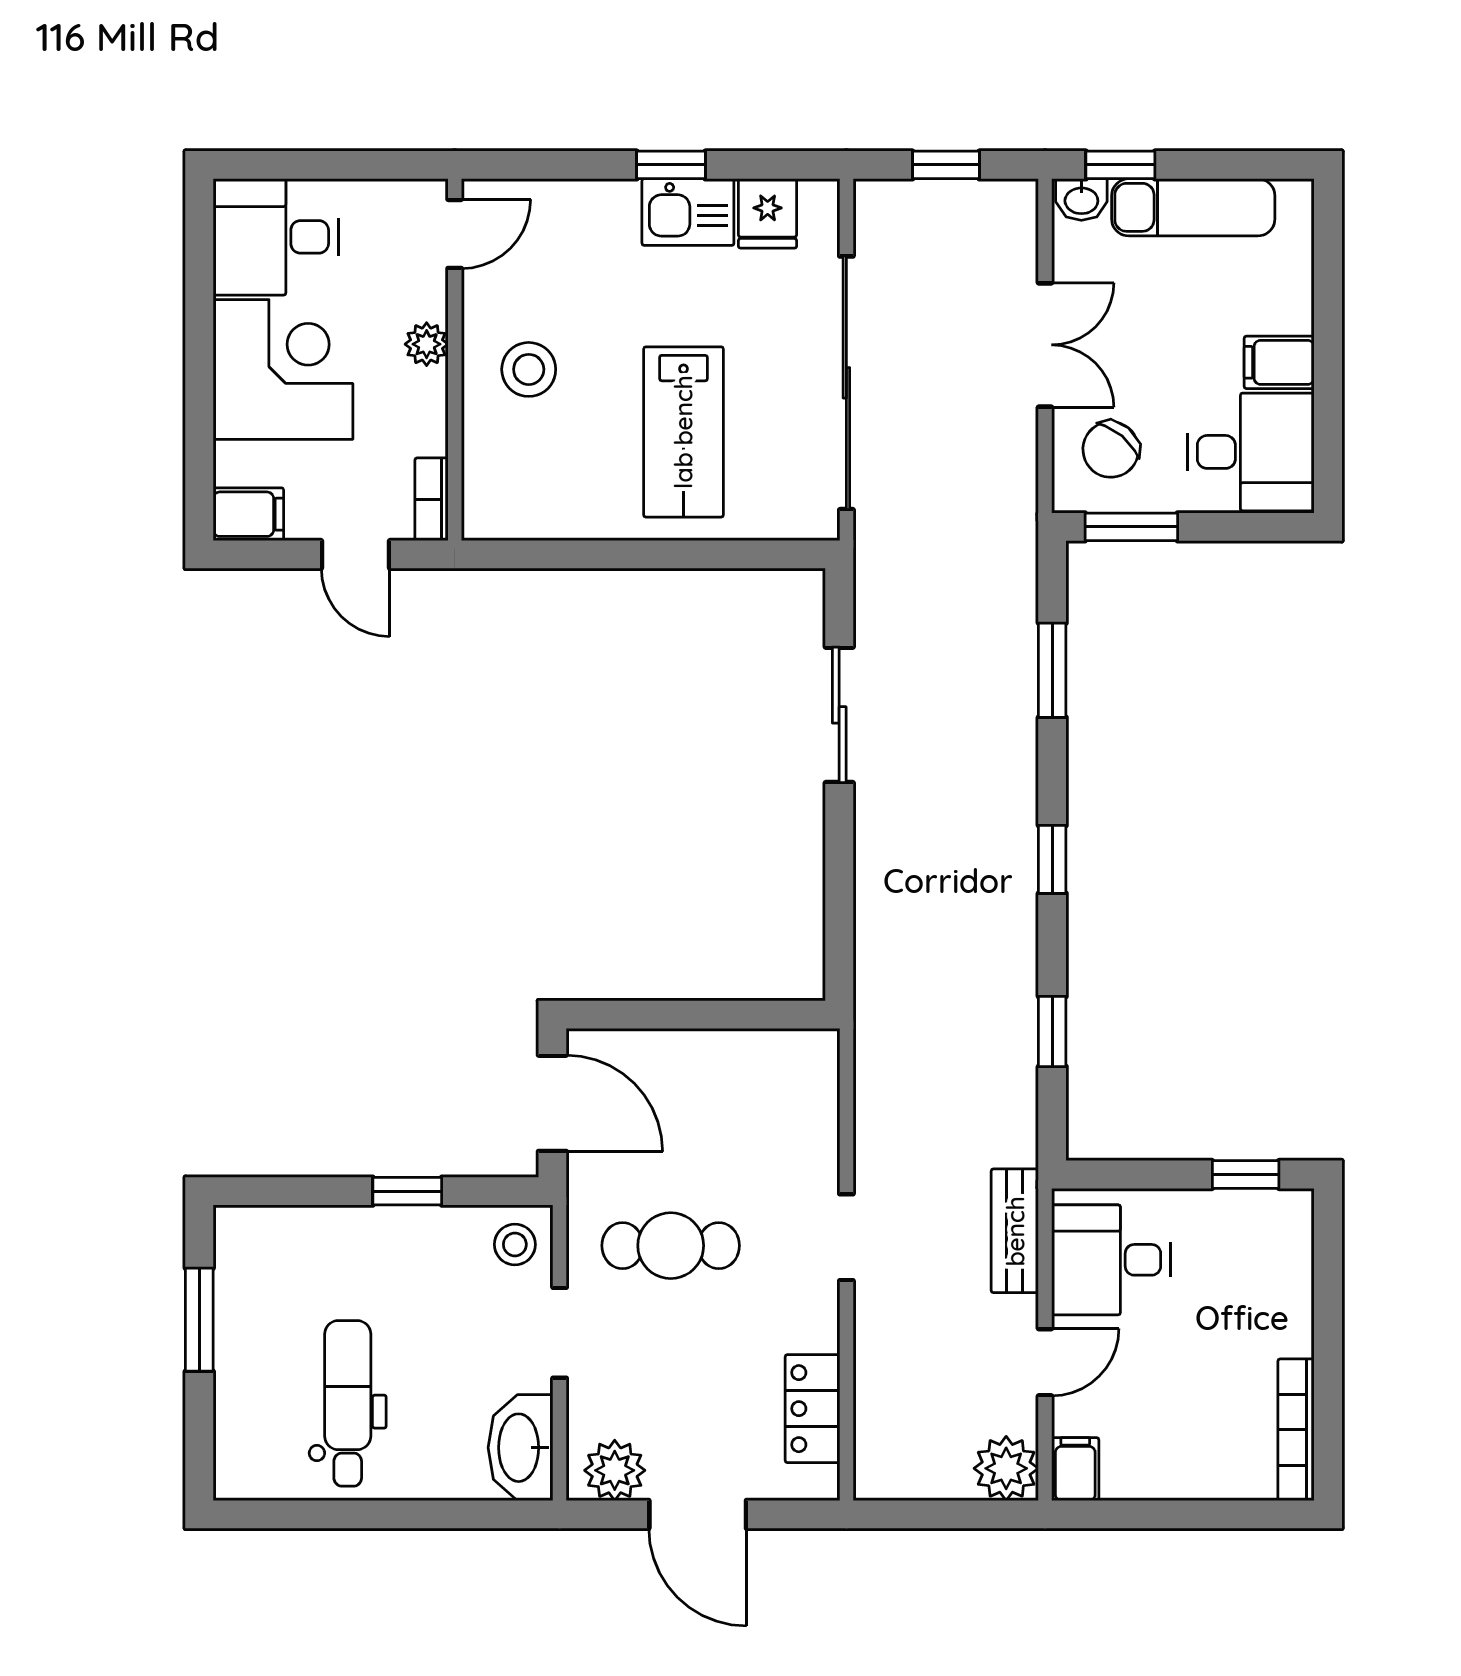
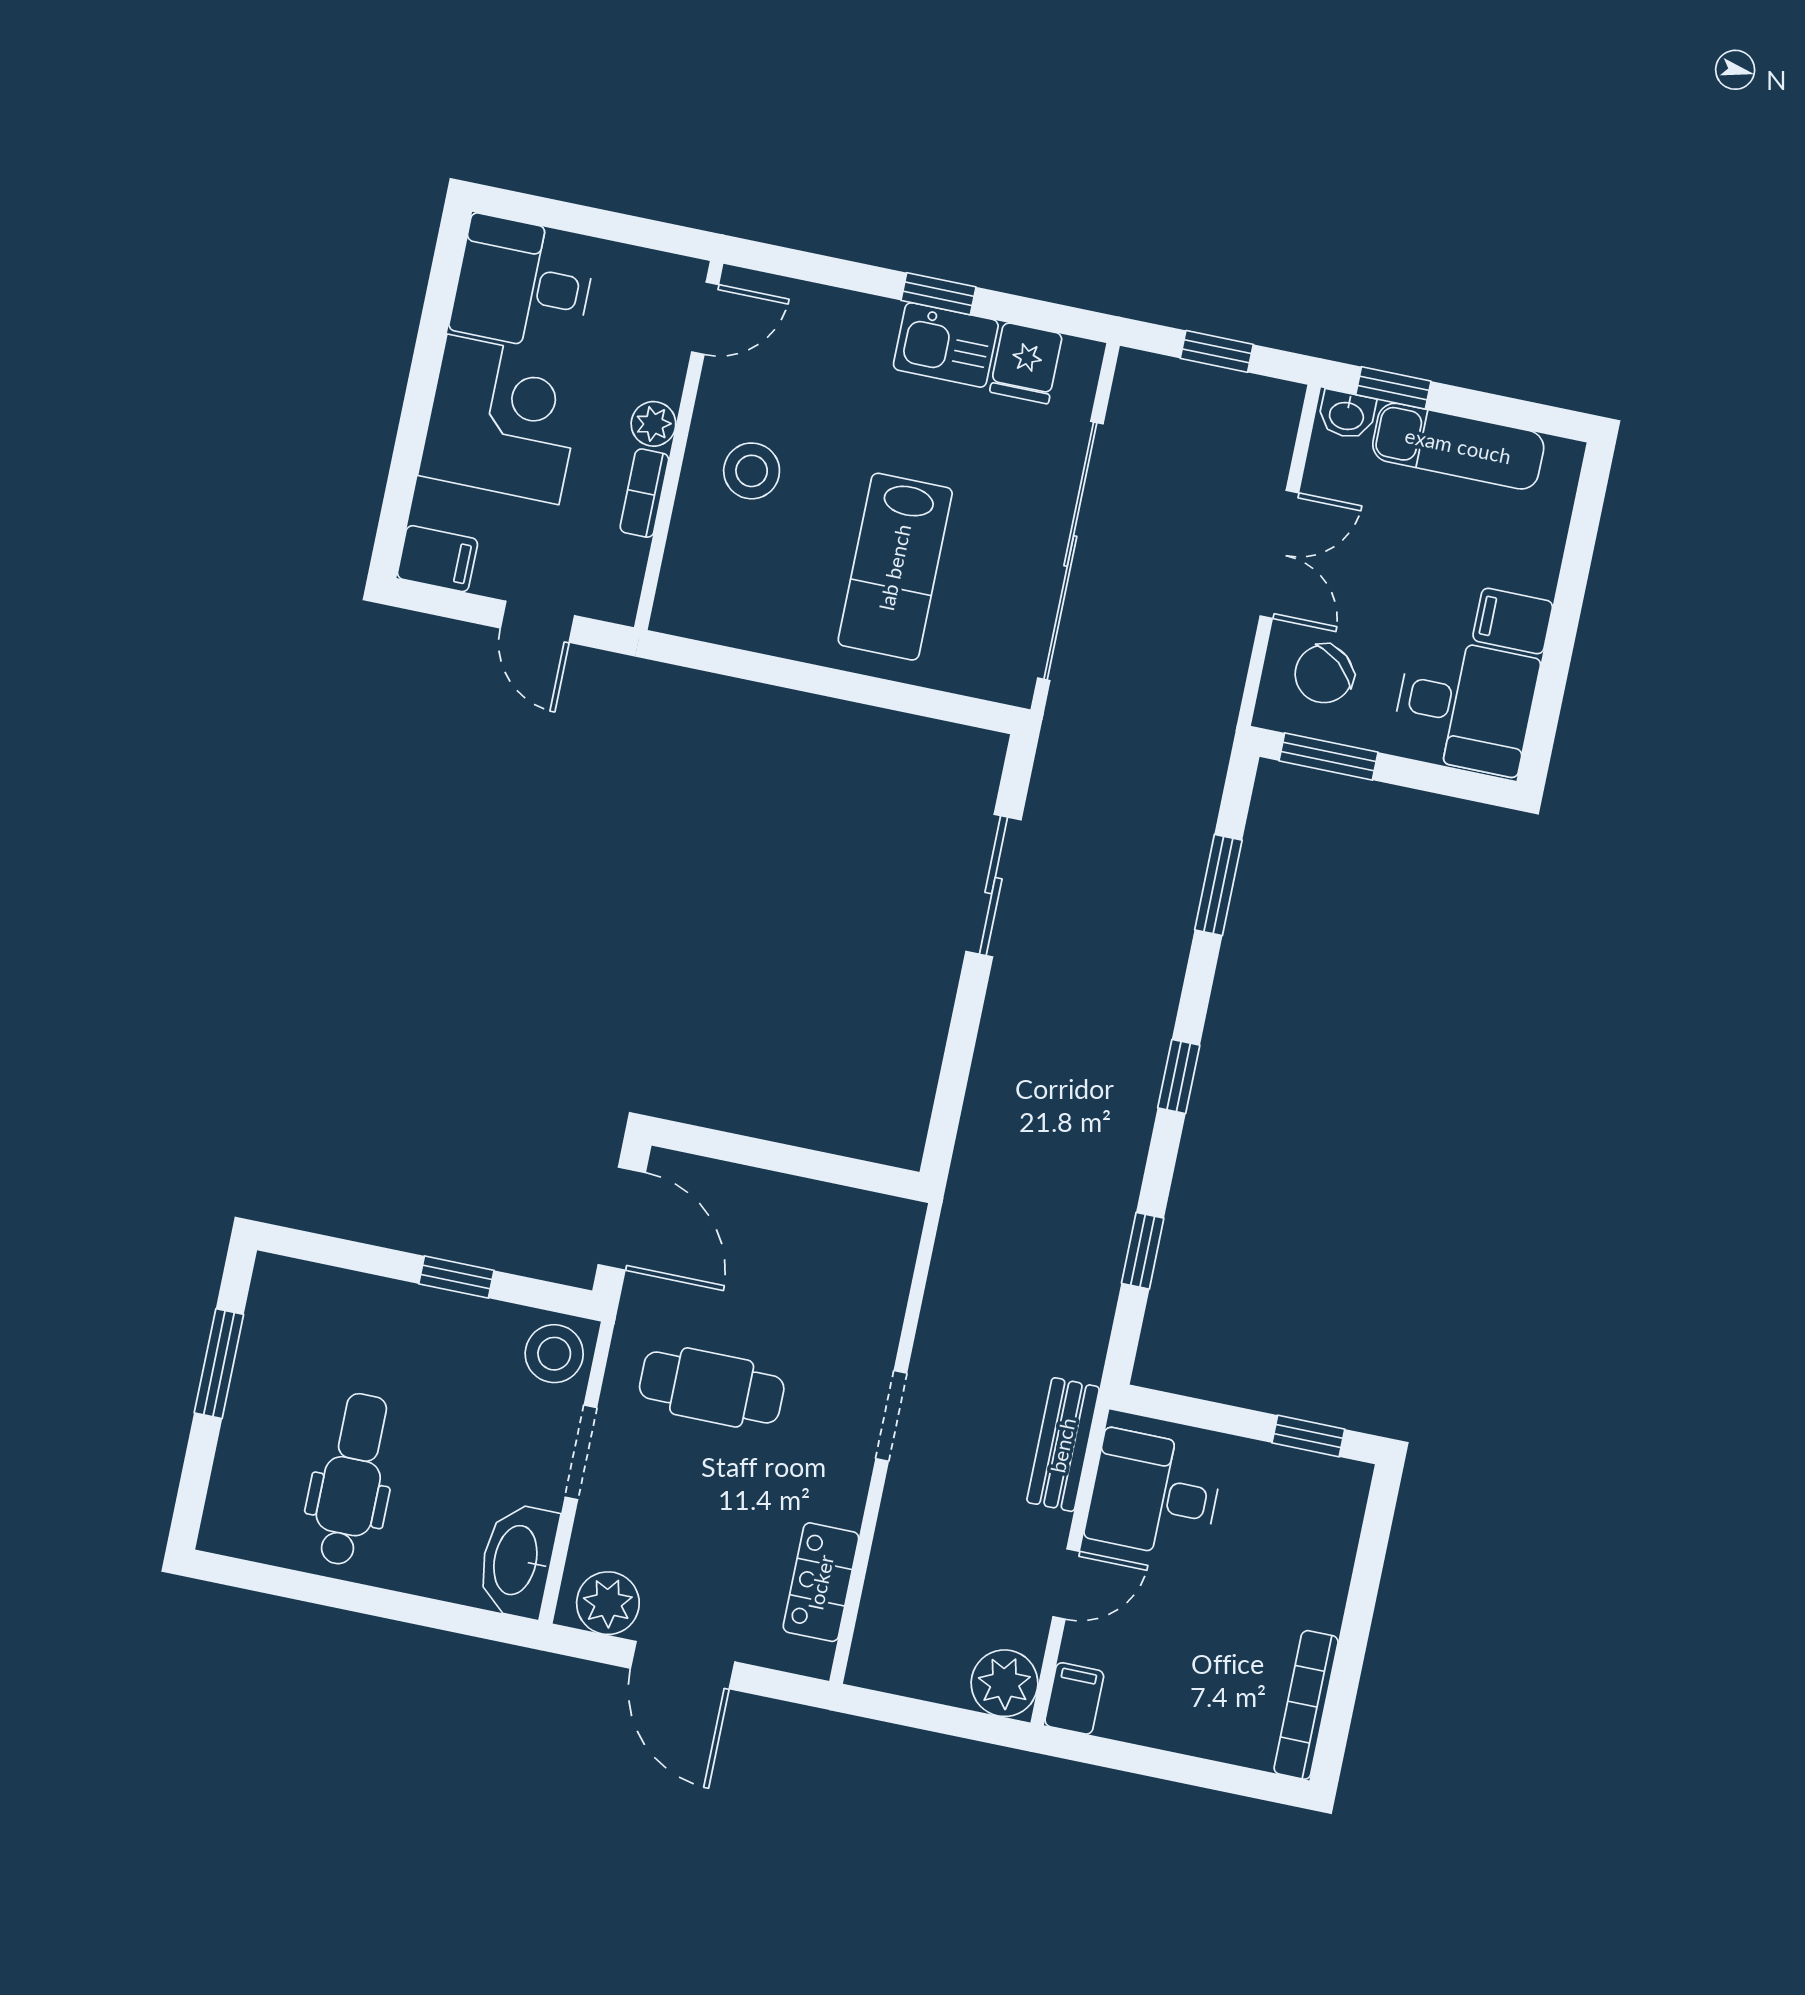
bookcase: (432, 499) -> (644, 493), moved
stool: (515, 1244) -> (554, 1354), width x1.37, depth x1.37

